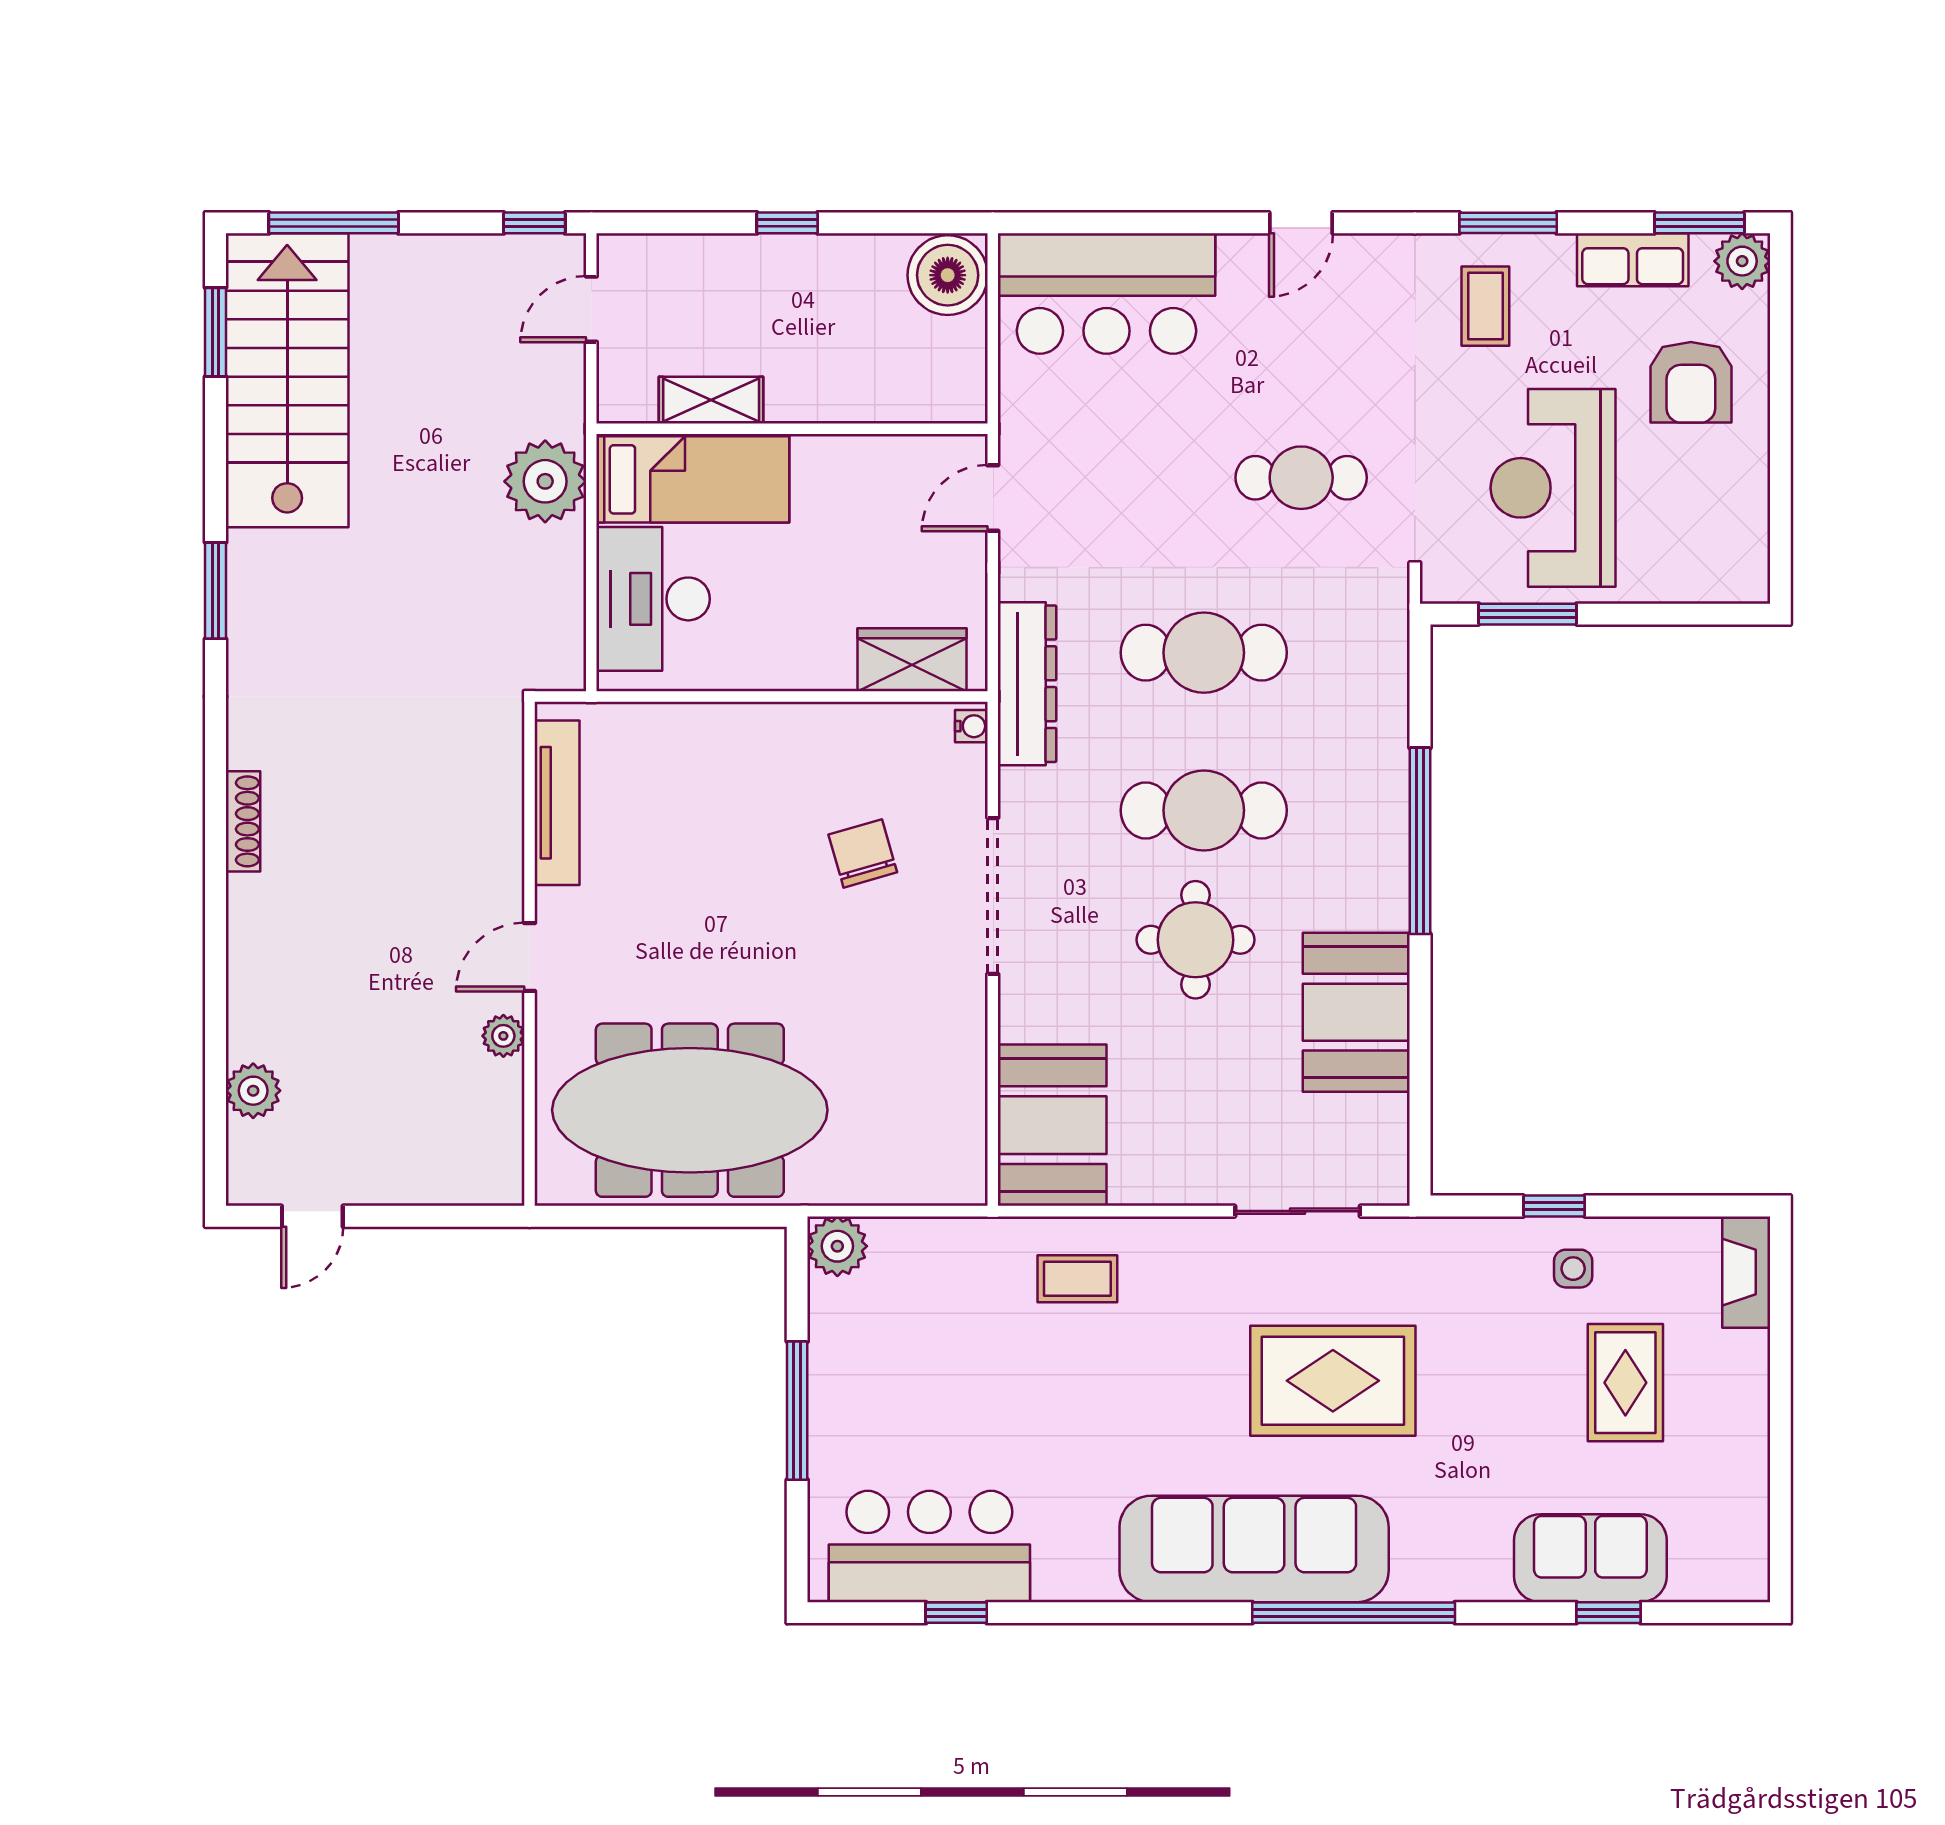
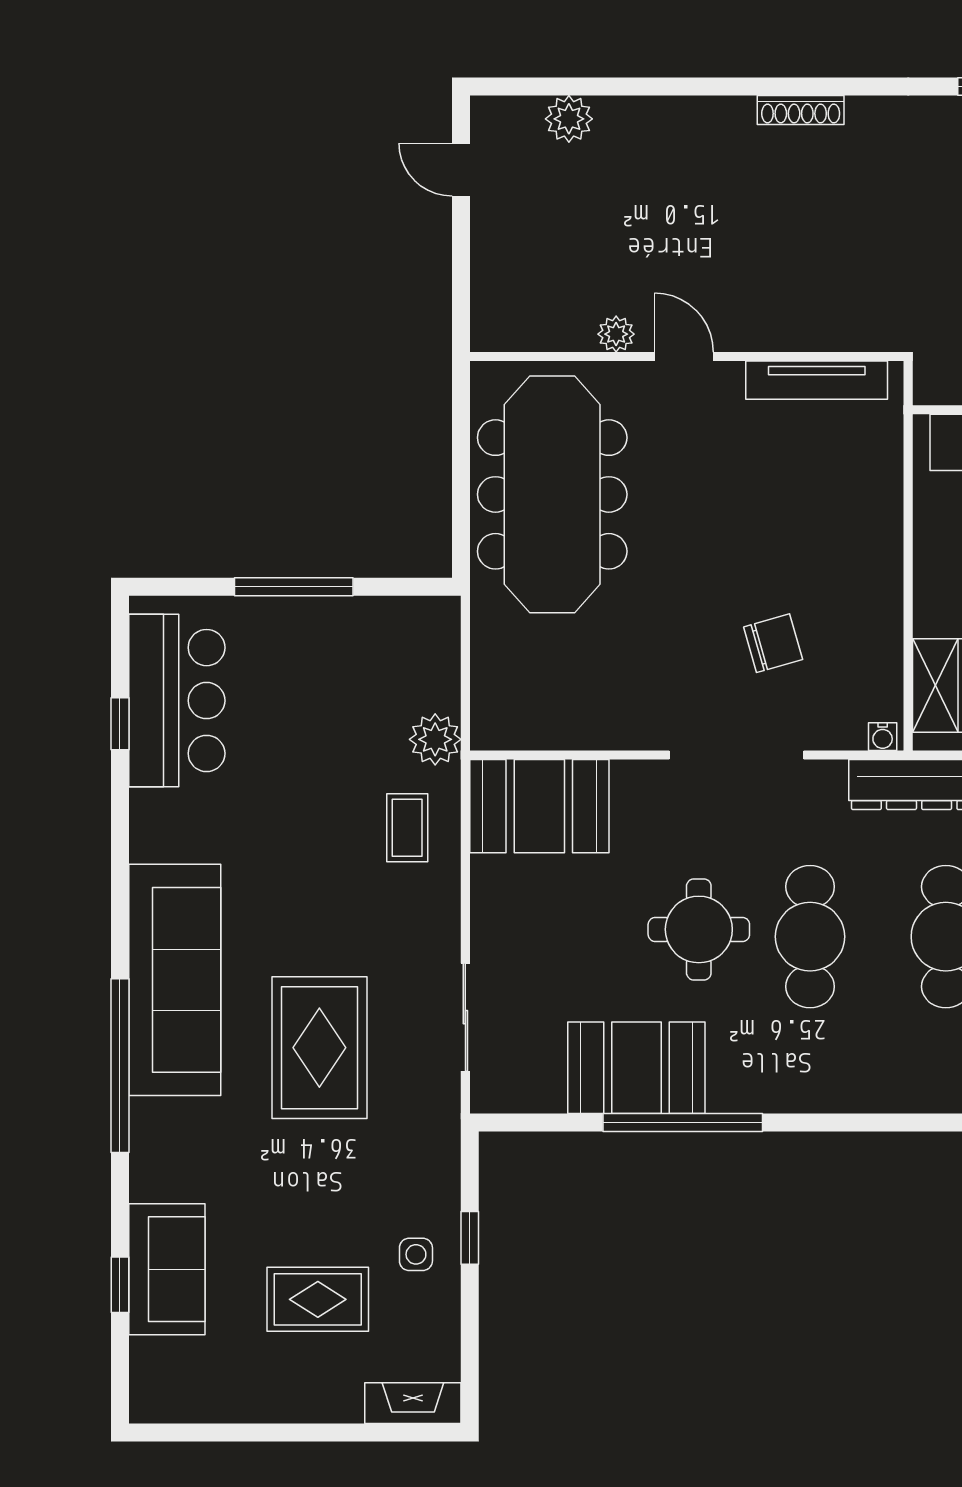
window: (1420, 841) -> (683, 1123), moved
plant: (837, 1246) -> (435, 739), moved

